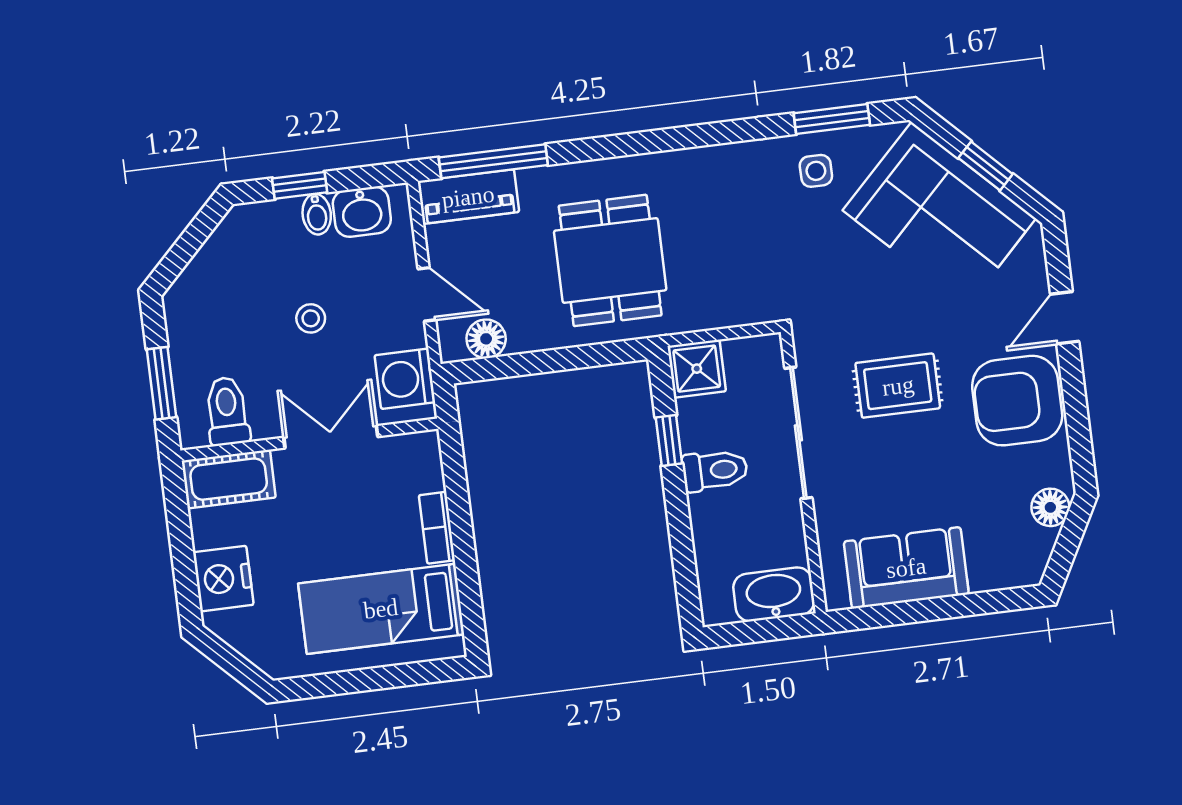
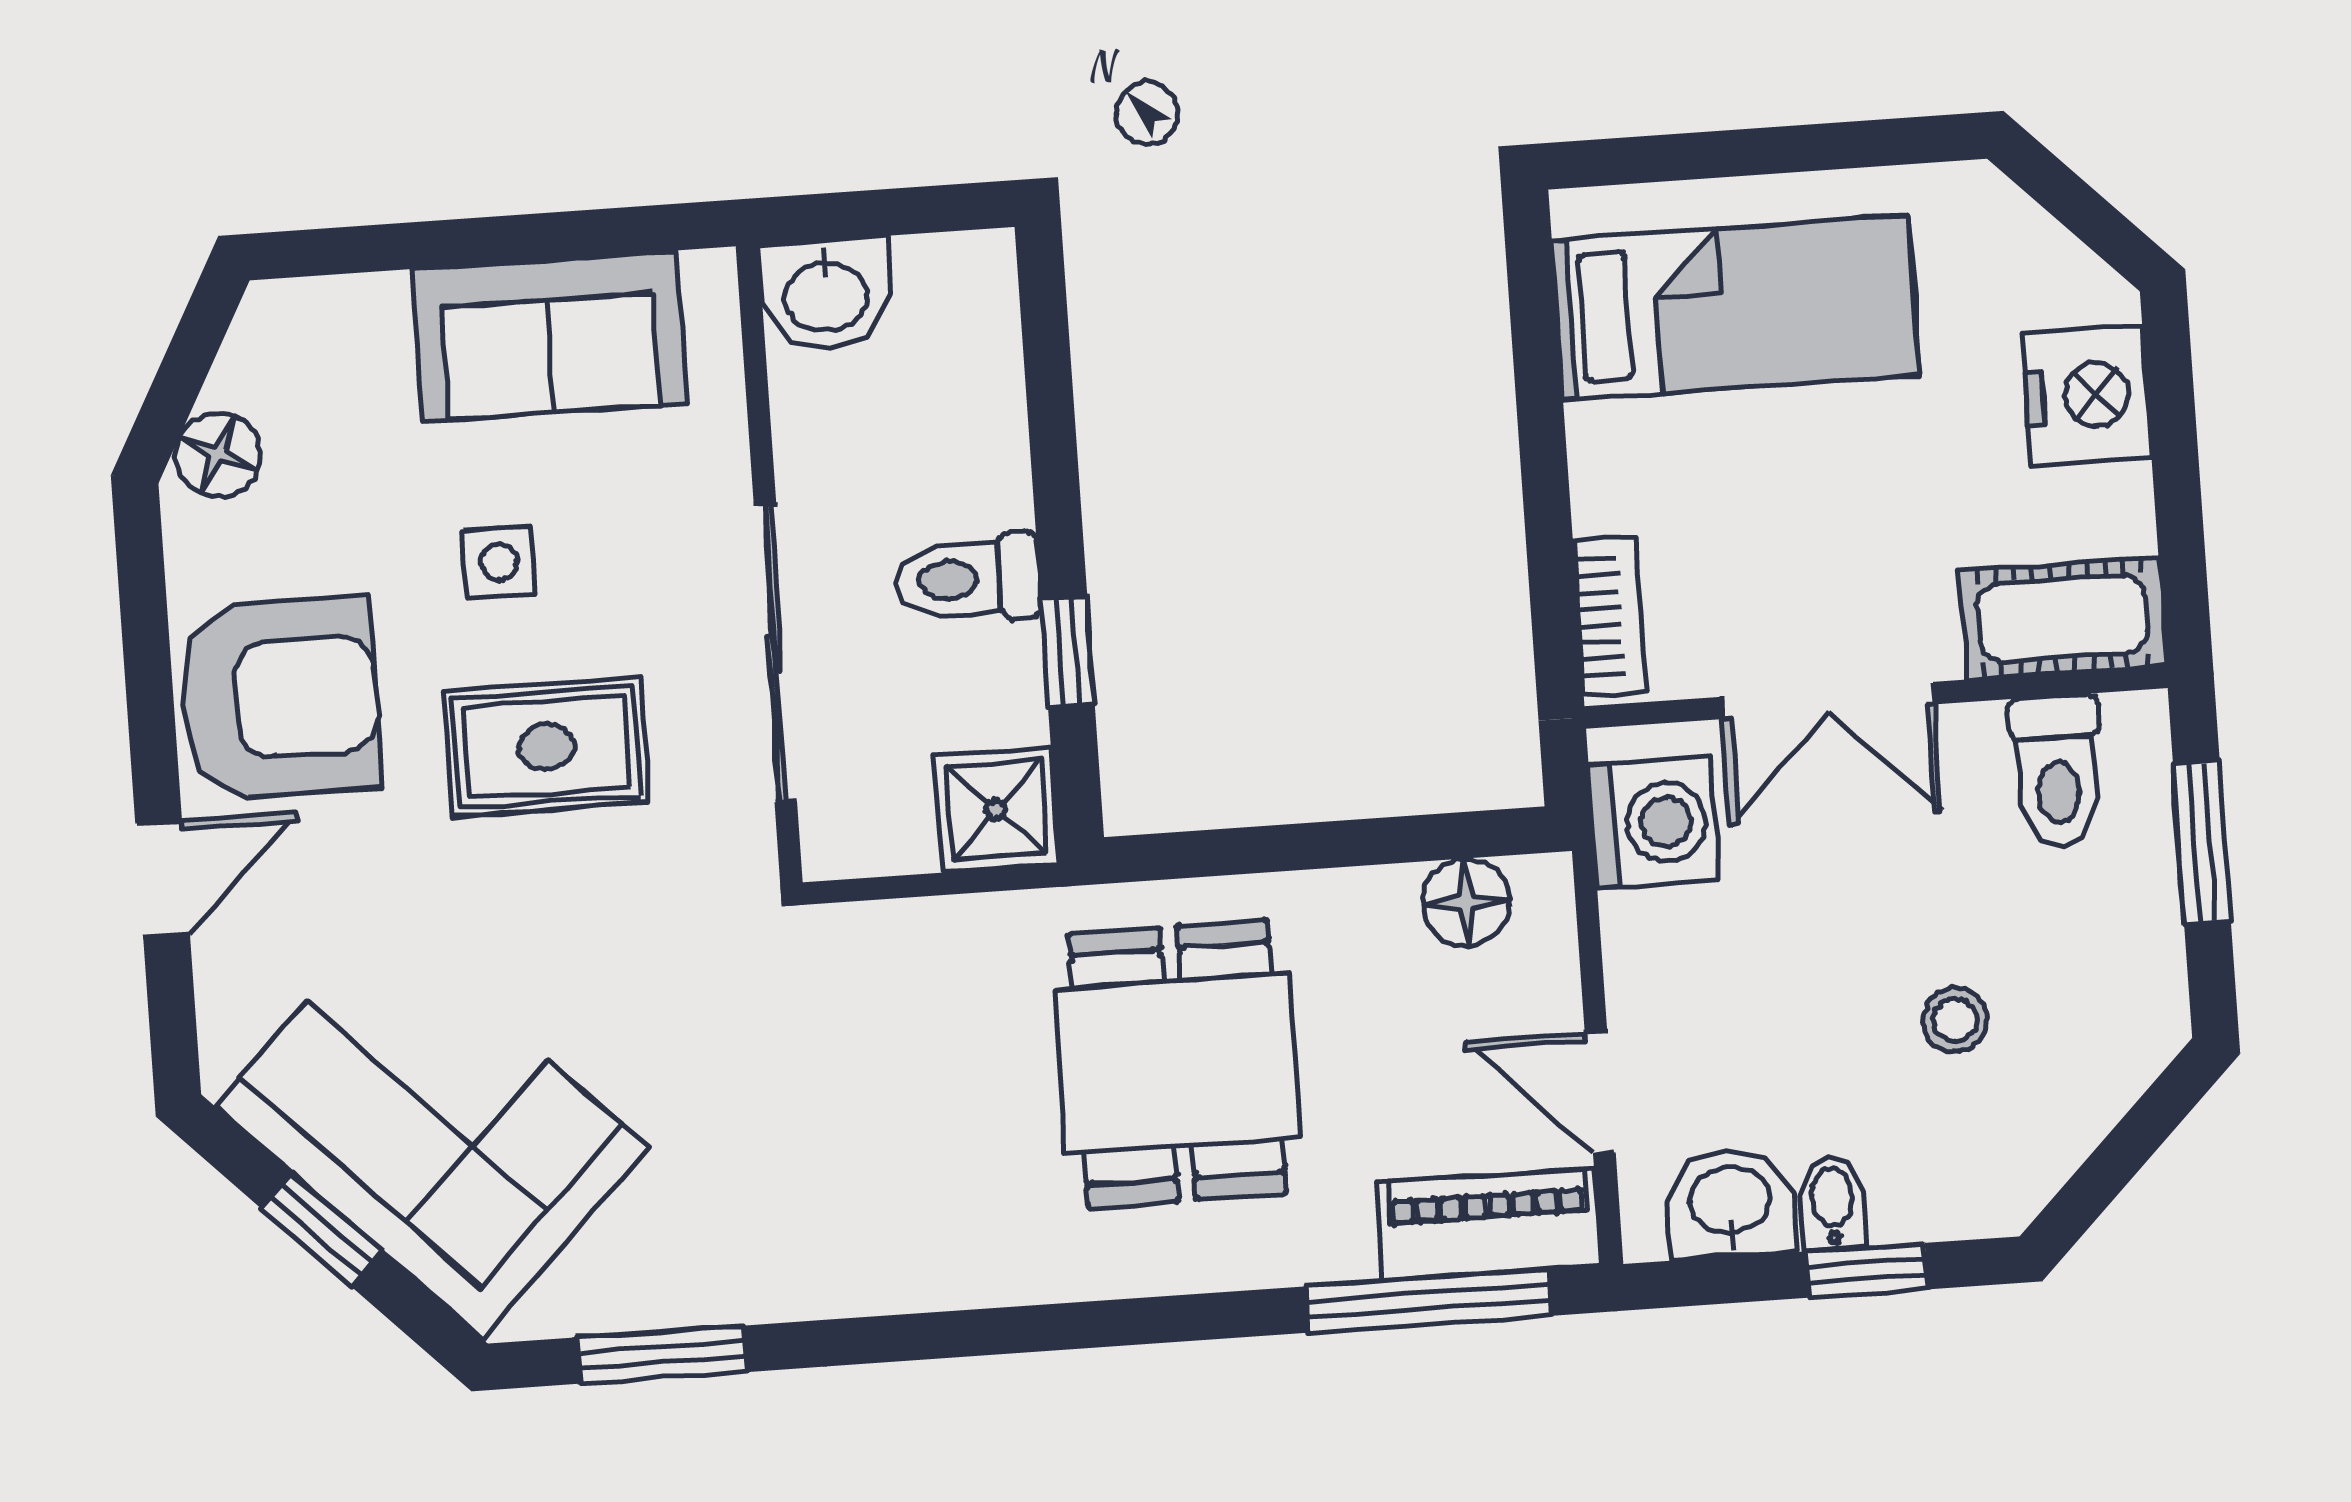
side table: (816, 171) -> (499, 562), moved
door: (427, 294) -> (1600, 1093), moved
stool: (311, 318) -> (1955, 1020), moved
bookcase: (437, 528) -> (1609, 616), moved
washbasin: (774, 594) -> (826, 294), width x0.72

